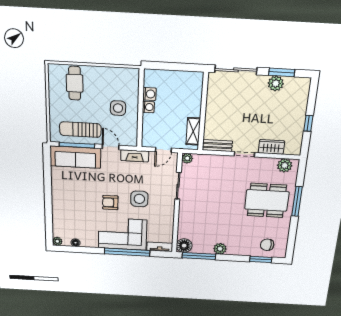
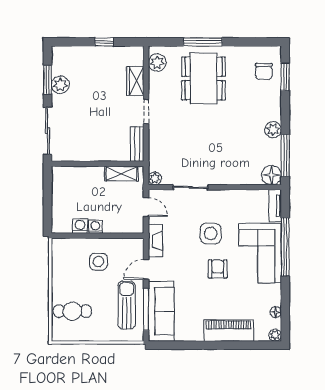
sun lounger: (80, 130) -> (127, 305), turned 180
armchair: (110, 203) -> (218, 269), turned 180
piano: (60, 208) -> (229, 331), added

